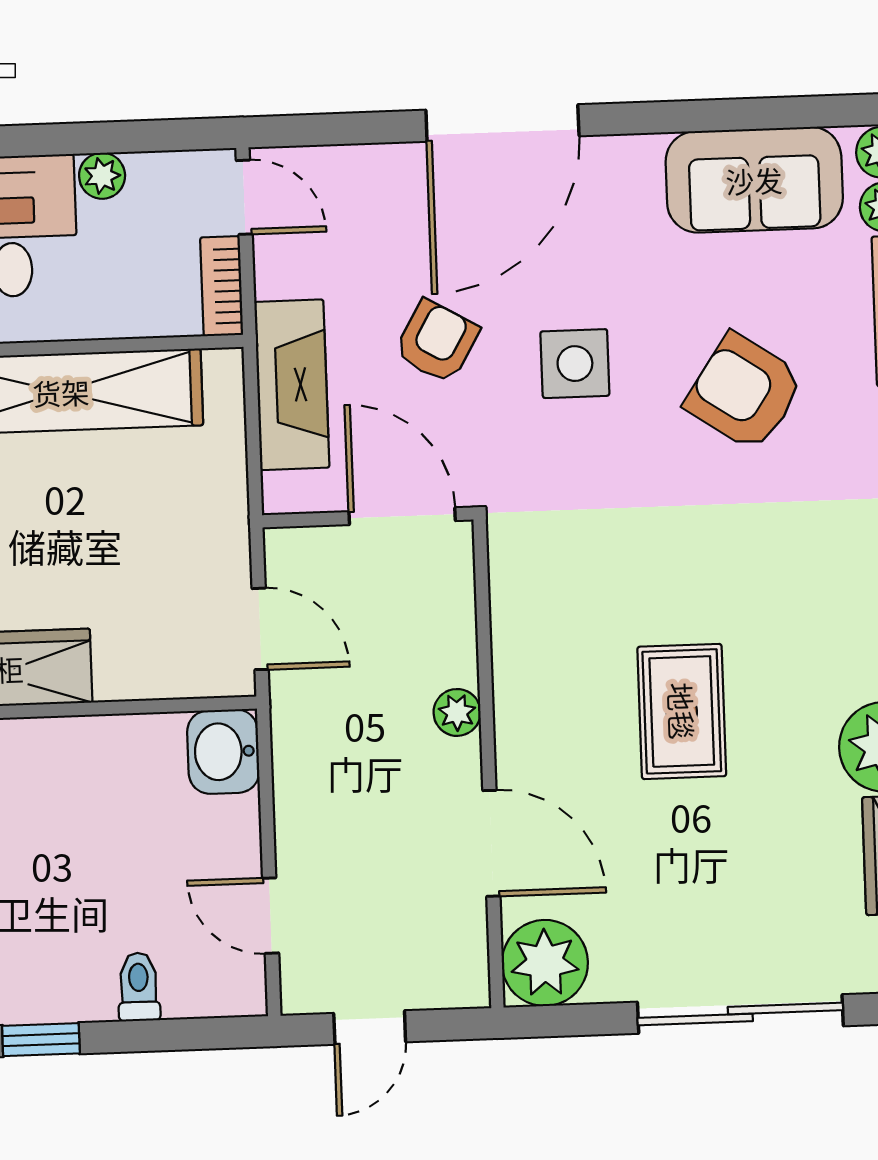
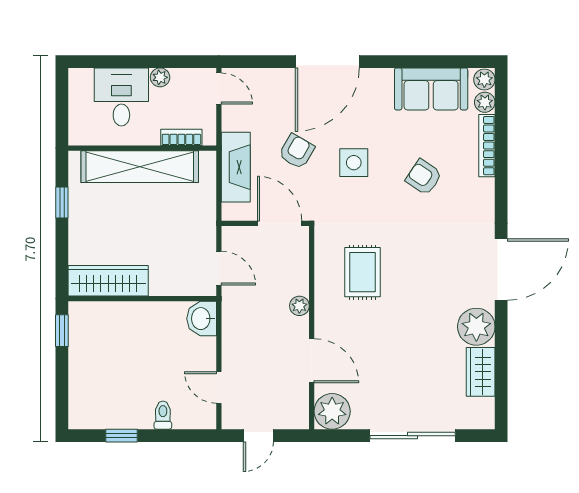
bookcase: (222, 286) -> (181, 137), moved, turned 90
armchair: (744, 392) -> (424, 177), width x0.72, depth x0.72
rug: (682, 711) -> (363, 272), moved

